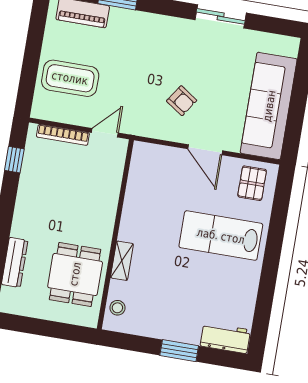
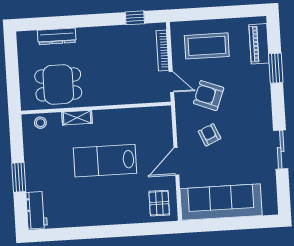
coffee table: (70, 78) -> (207, 46), turned 90
armchair: (132, 90) -> (209, 96), added
armchair: (182, 101) -> (210, 135), turned 122
pallet: (252, 183) -> (159, 203), turned 90
lab bench: (221, 236) -> (105, 161), moved, turned -90

